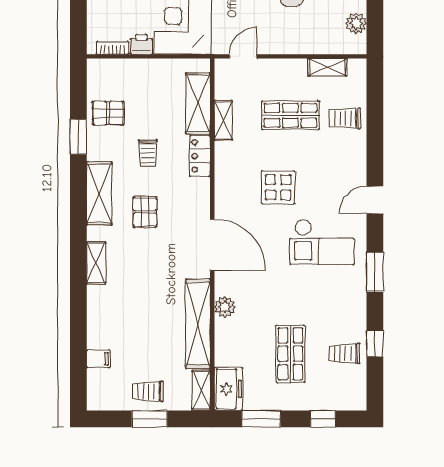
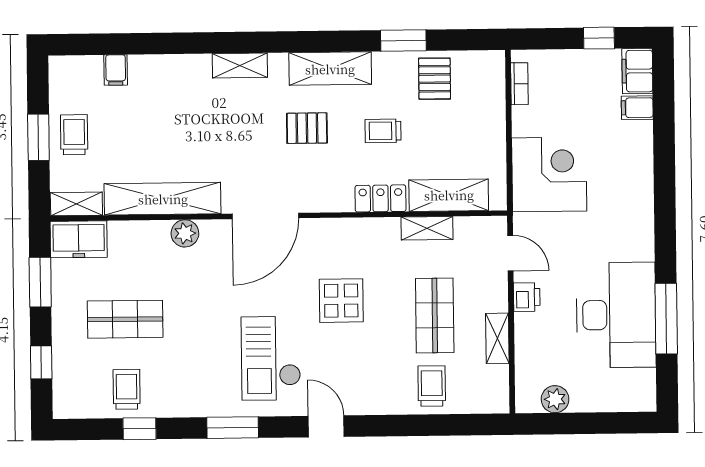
printer: (142, 44) -> (527, 297), moved
shelving: (327, 67) -> (497, 338), moved

